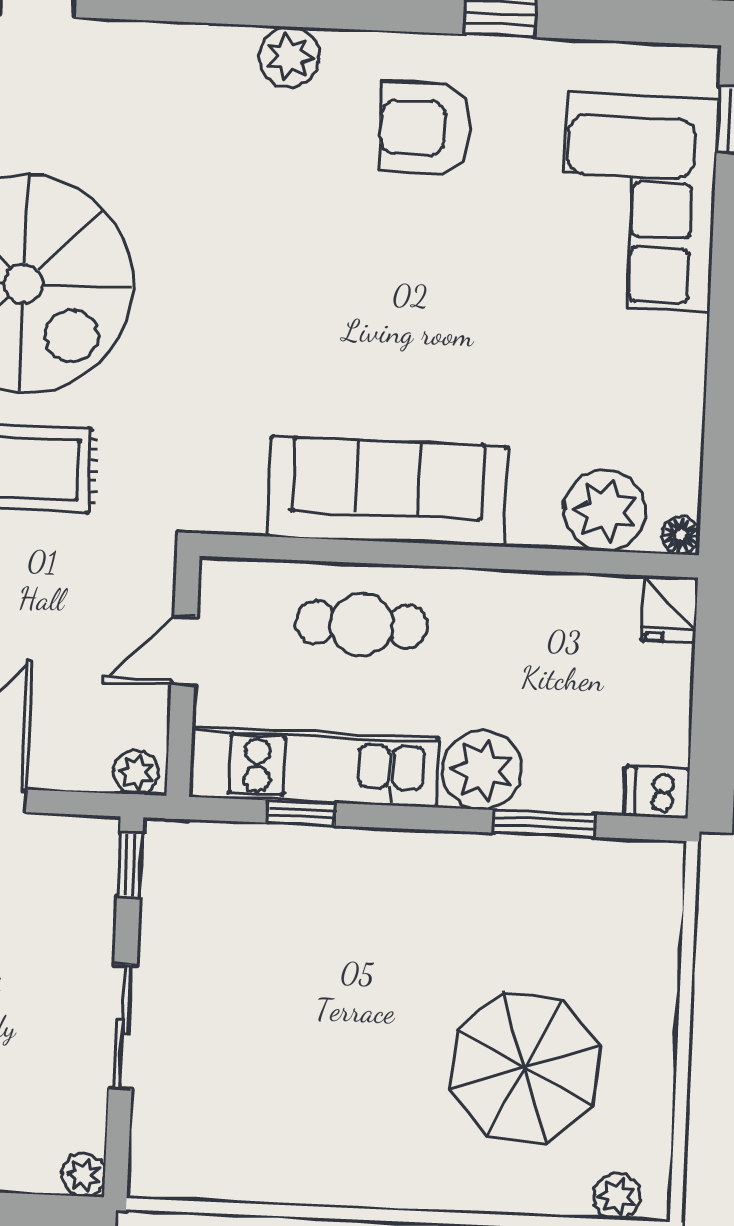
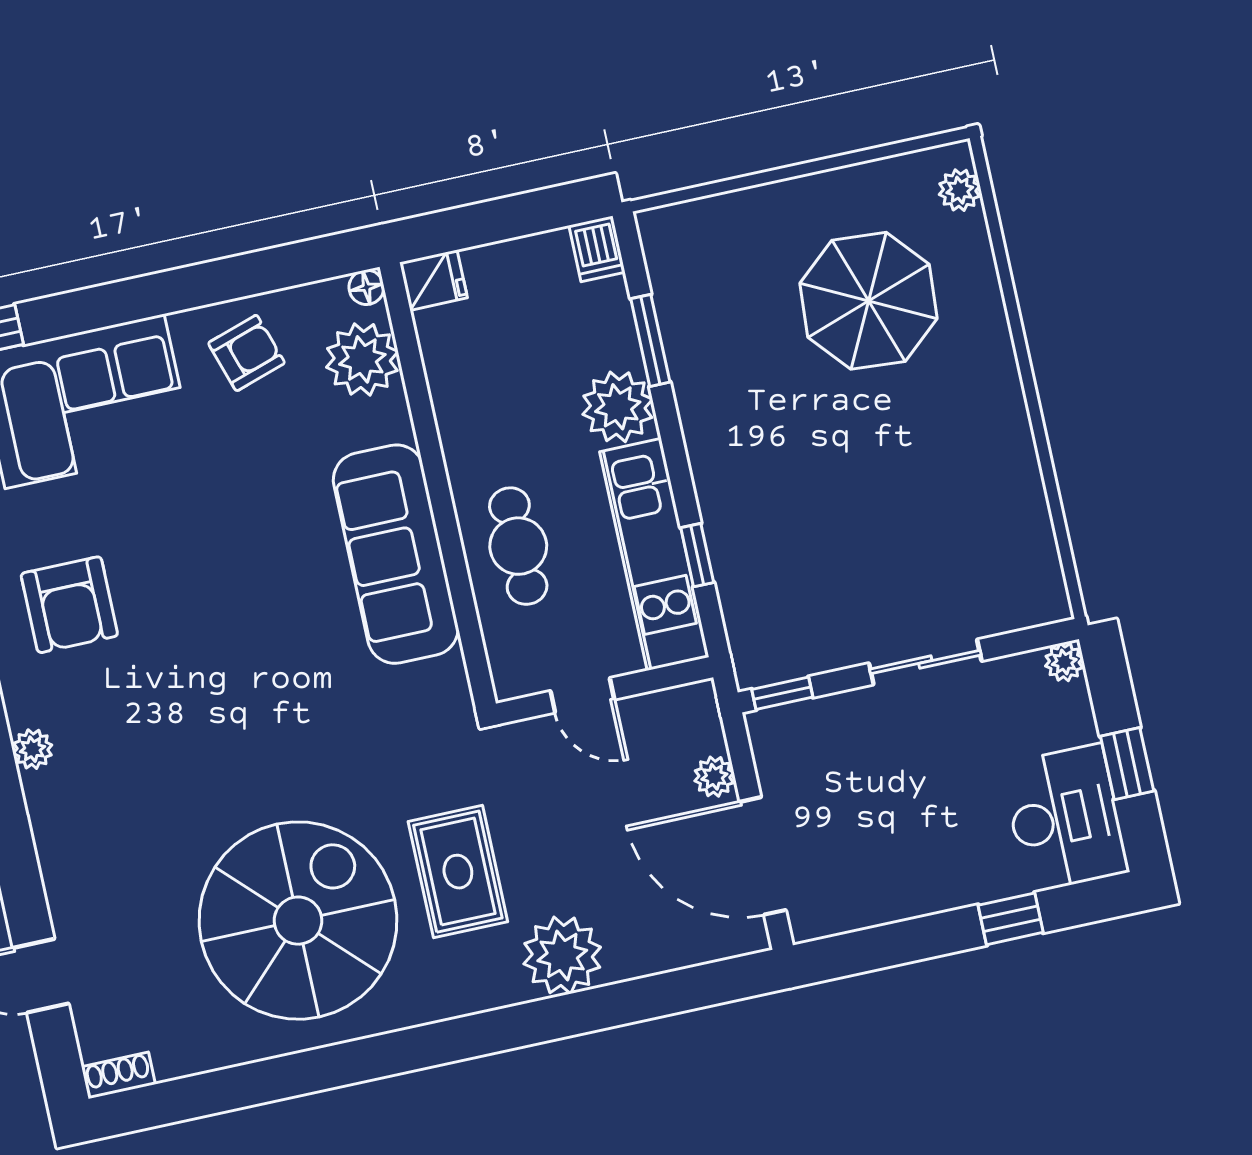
plant: (290, 57) -> (32, 749), width x0.73, depth x0.73
armchair: (645, 389) -> (247, 353), added
plant: (136, 772) -> (714, 777), moved

